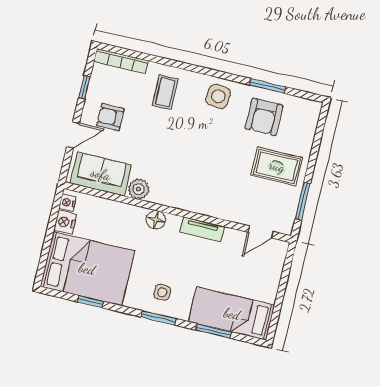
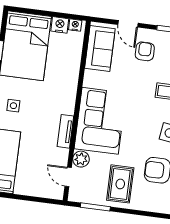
corner sofa: (193, 184) -> (100, 121), added
plant: (139, 189) -> (81, 159), moved
floor lamp: (156, 220) -> (69, 95), removed

